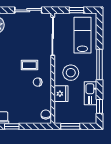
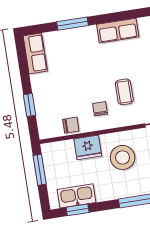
kitchen sink: (91, 93) -> (77, 196), moved
chair: (46, 114) -> (71, 125), moved
window: (12, 126) -> (30, 105), moved

